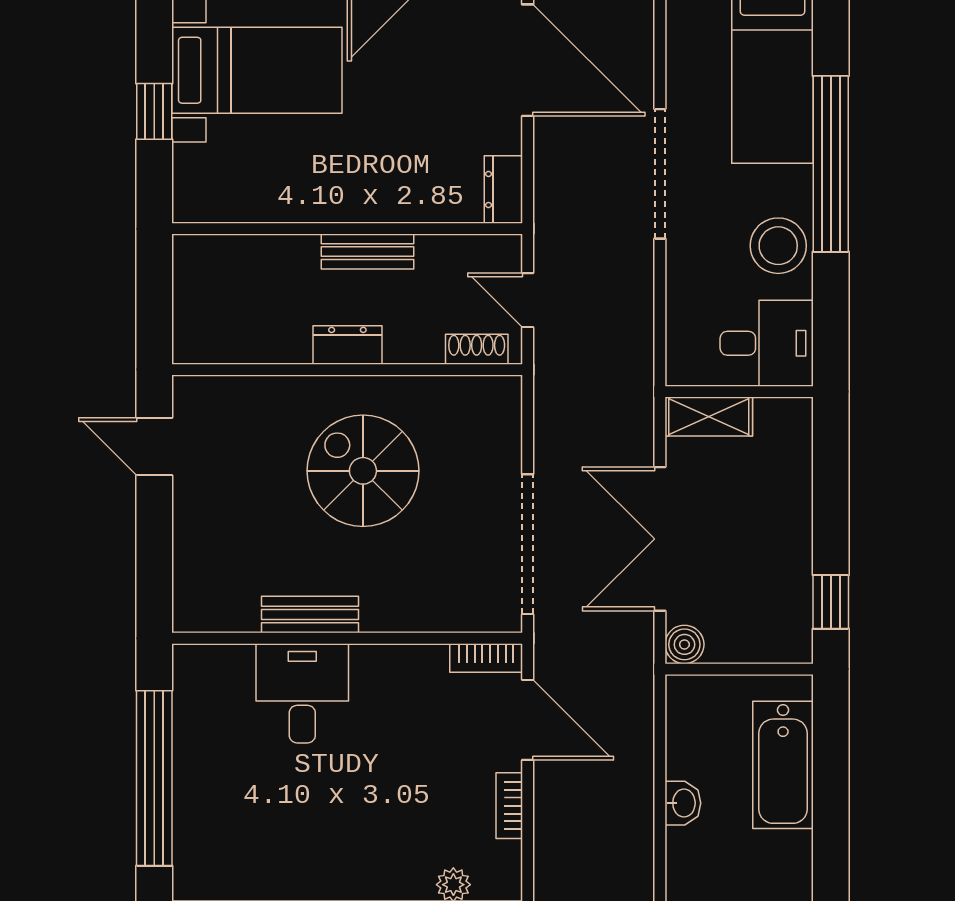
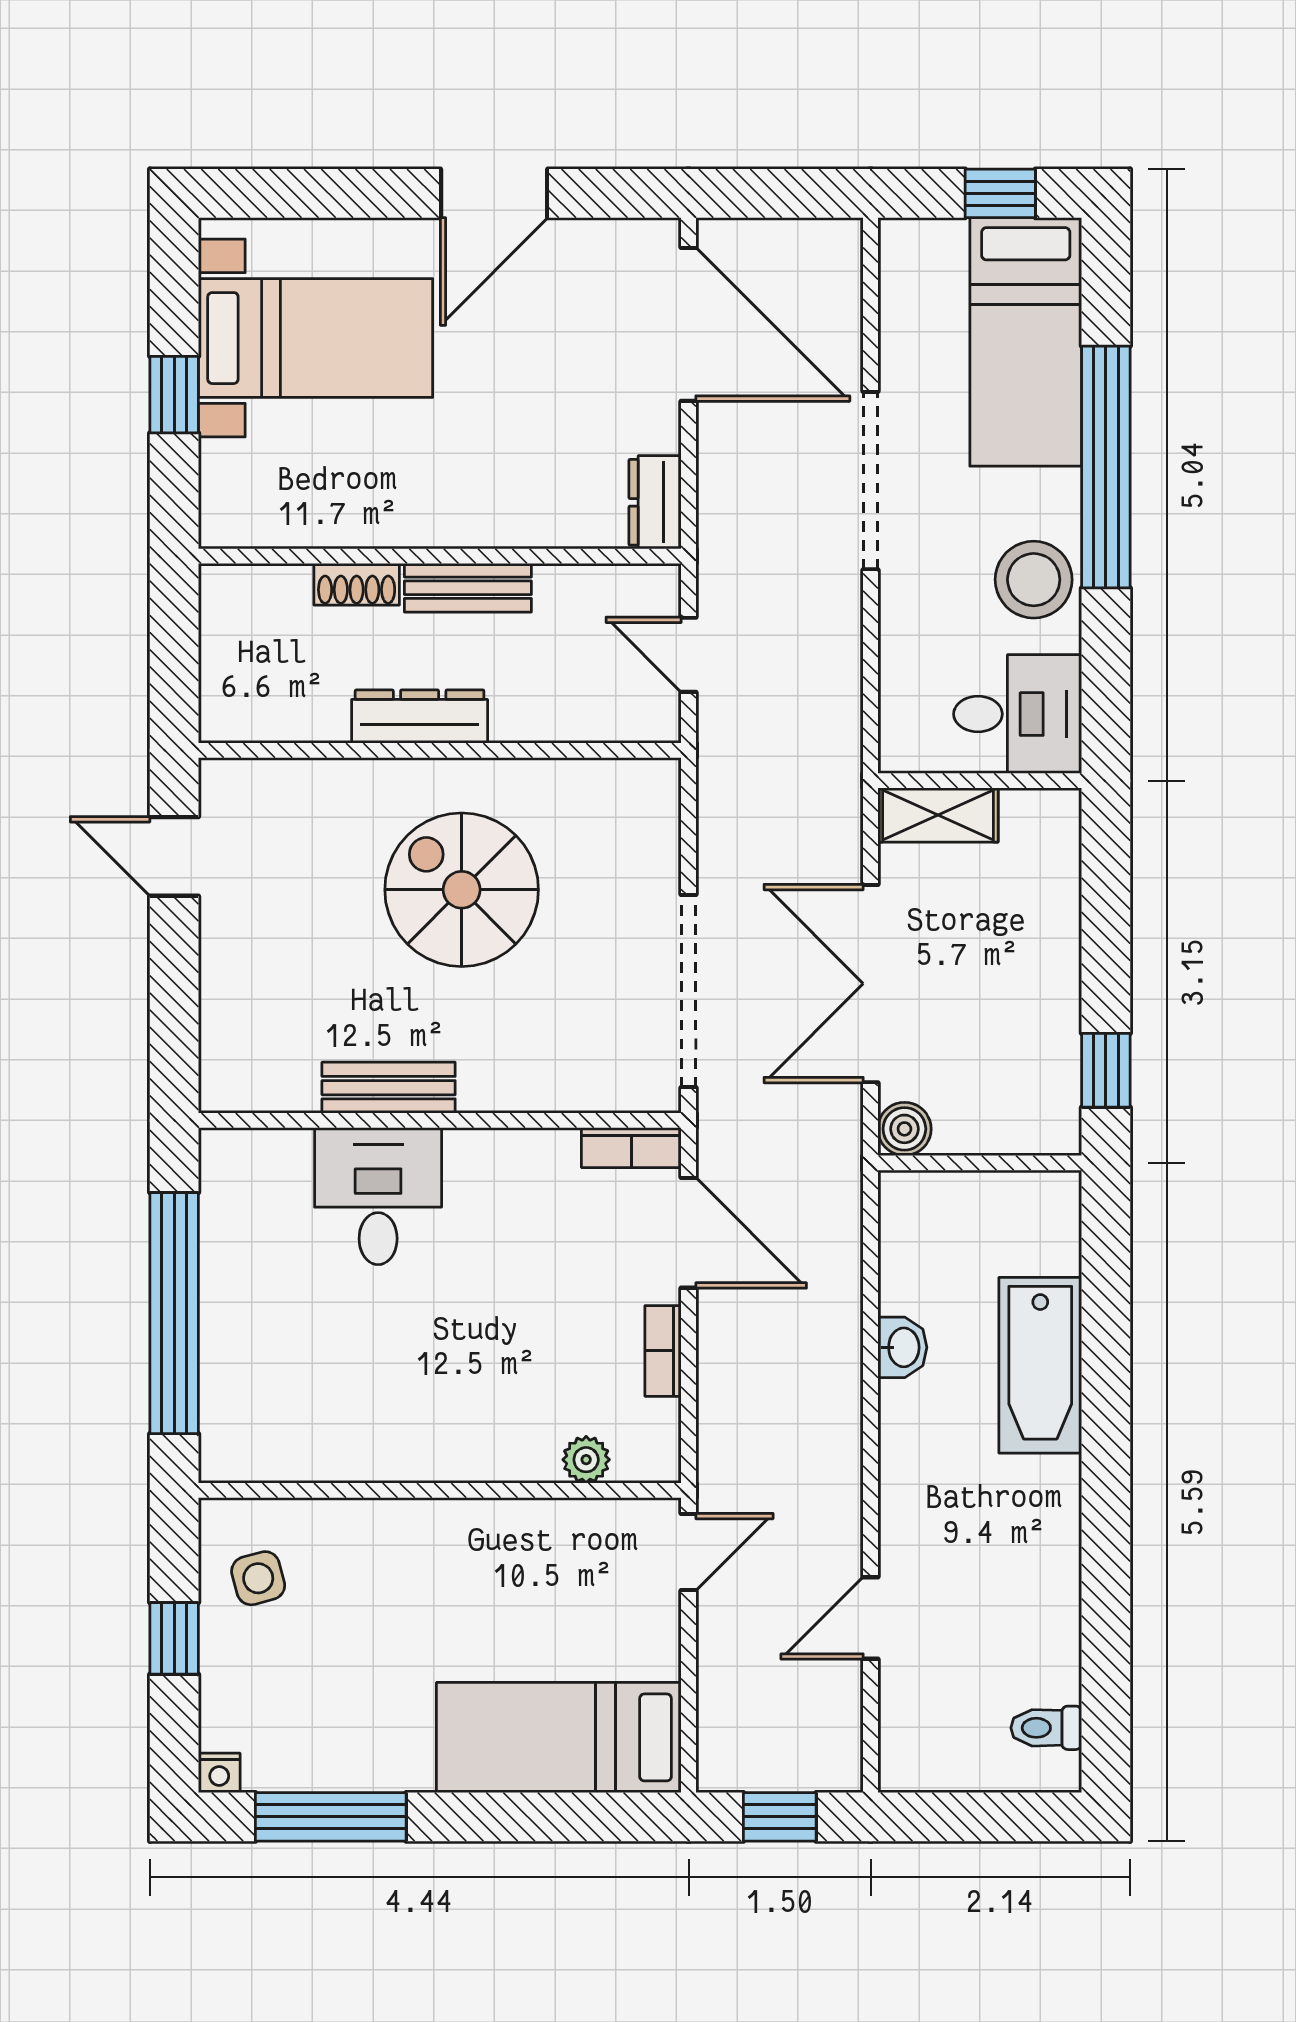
dresser: (347, 345) -> (420, 716), width x1.44
shoe rack: (477, 349) -> (357, 584), moved, turned 180
bathtub: (783, 765) -> (1040, 1365), moved

